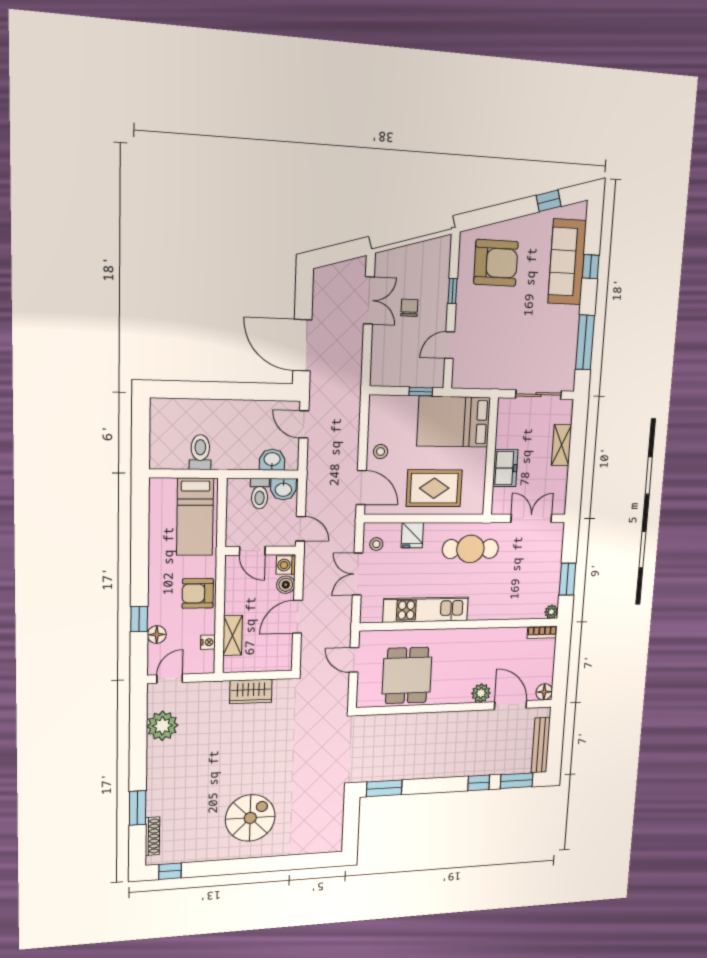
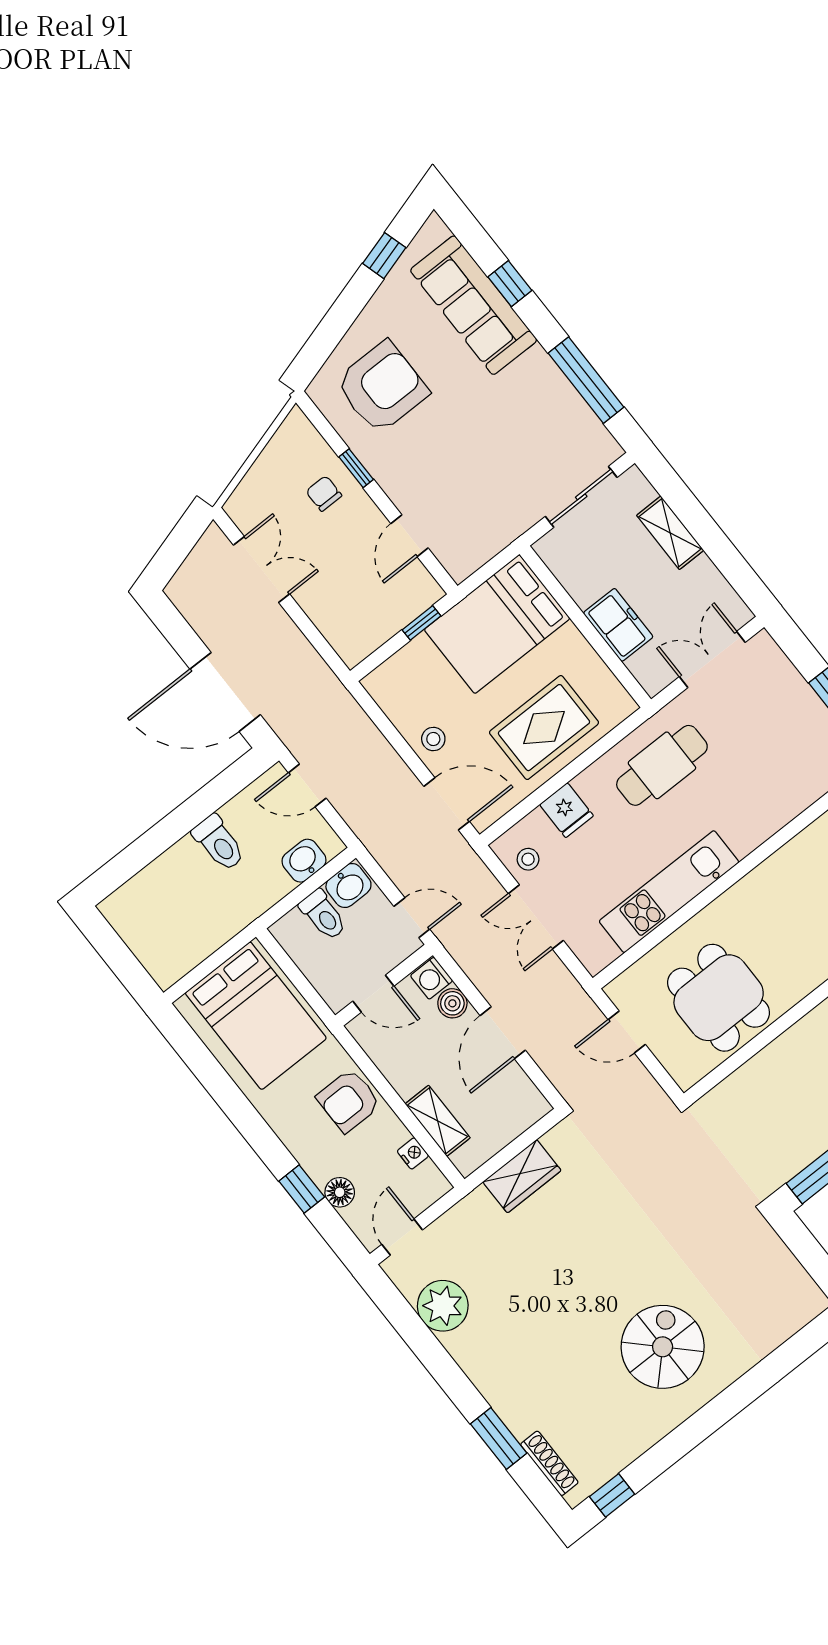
chair: (409, 308) -> (324, 493), moved
toilet: (200, 452) -> (219, 843), moved, turned 180
bed: (195, 517) -> (256, 1016), width x1.50

